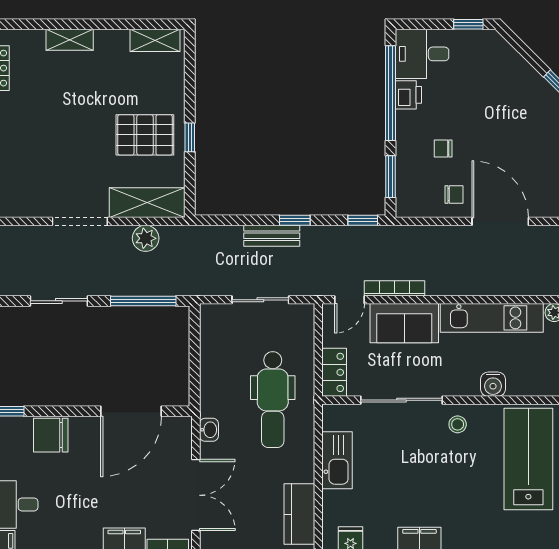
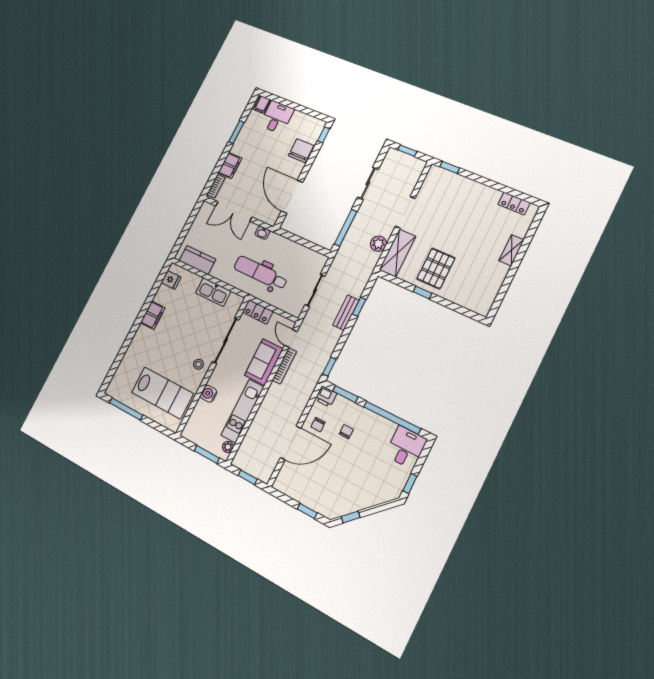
shelving: (155, 40) -> (488, 298), removed
printer: (408, 95) -> (326, 397), moved
window: (295, 220) -> (359, 307), moved

